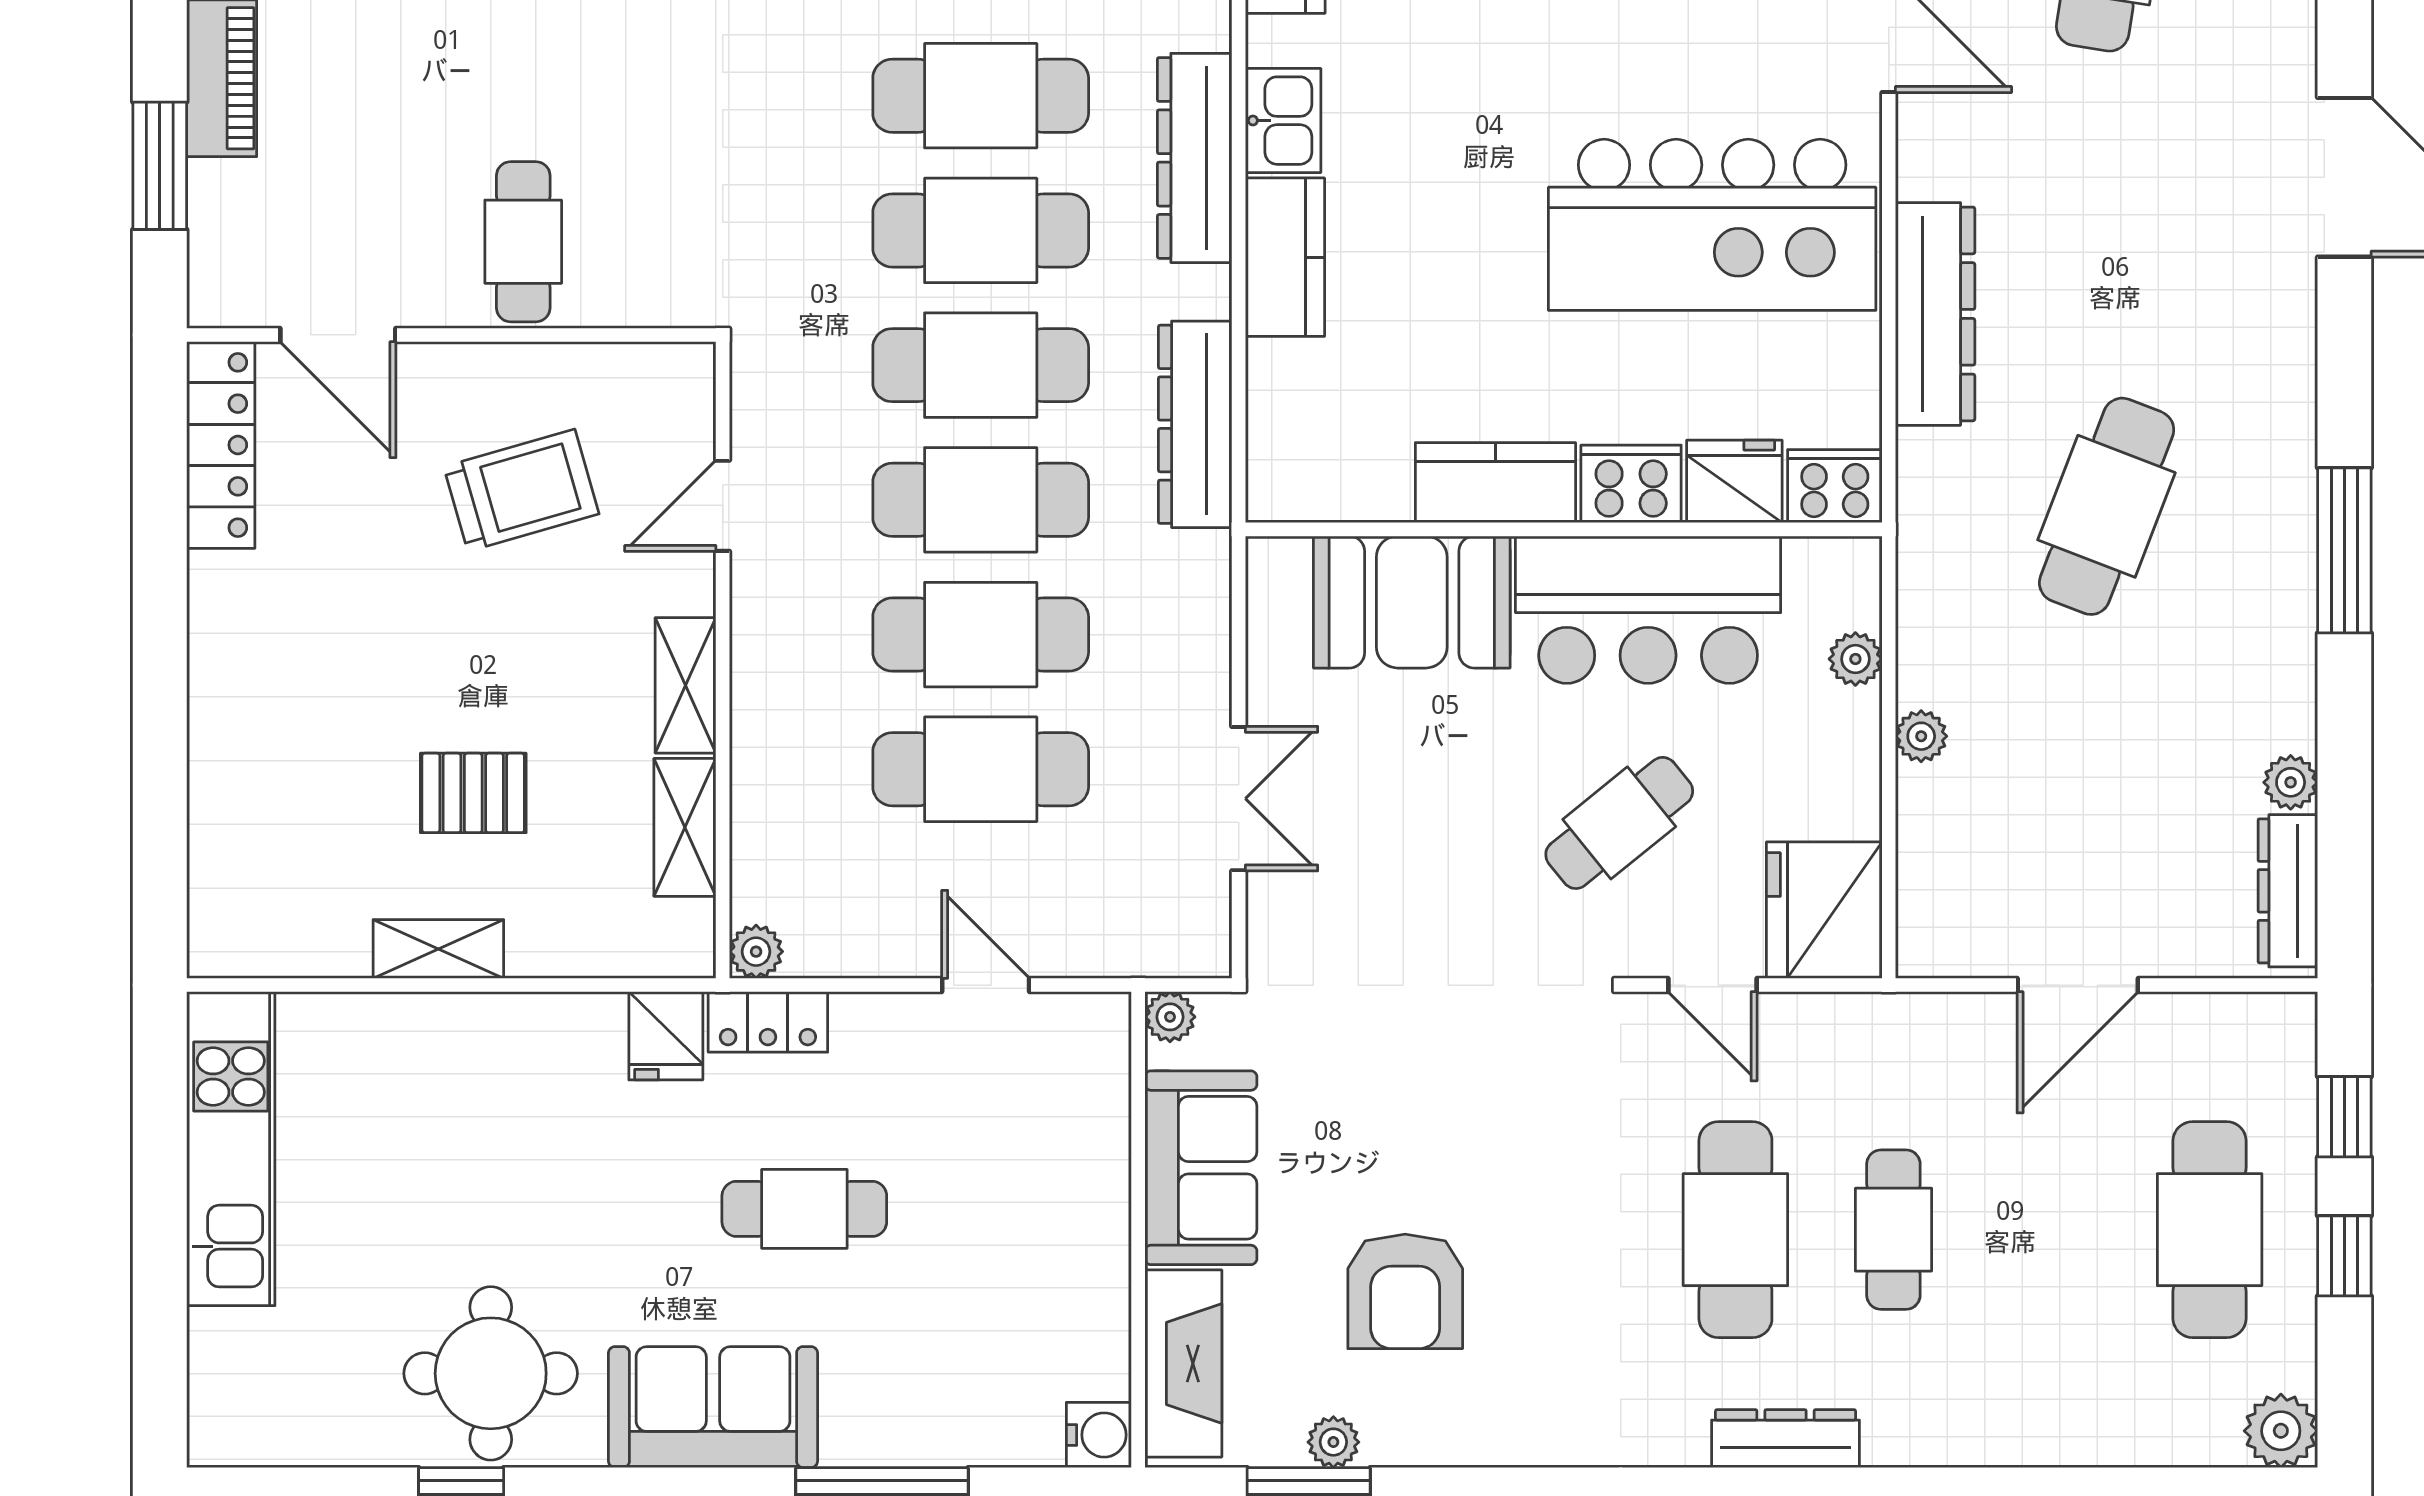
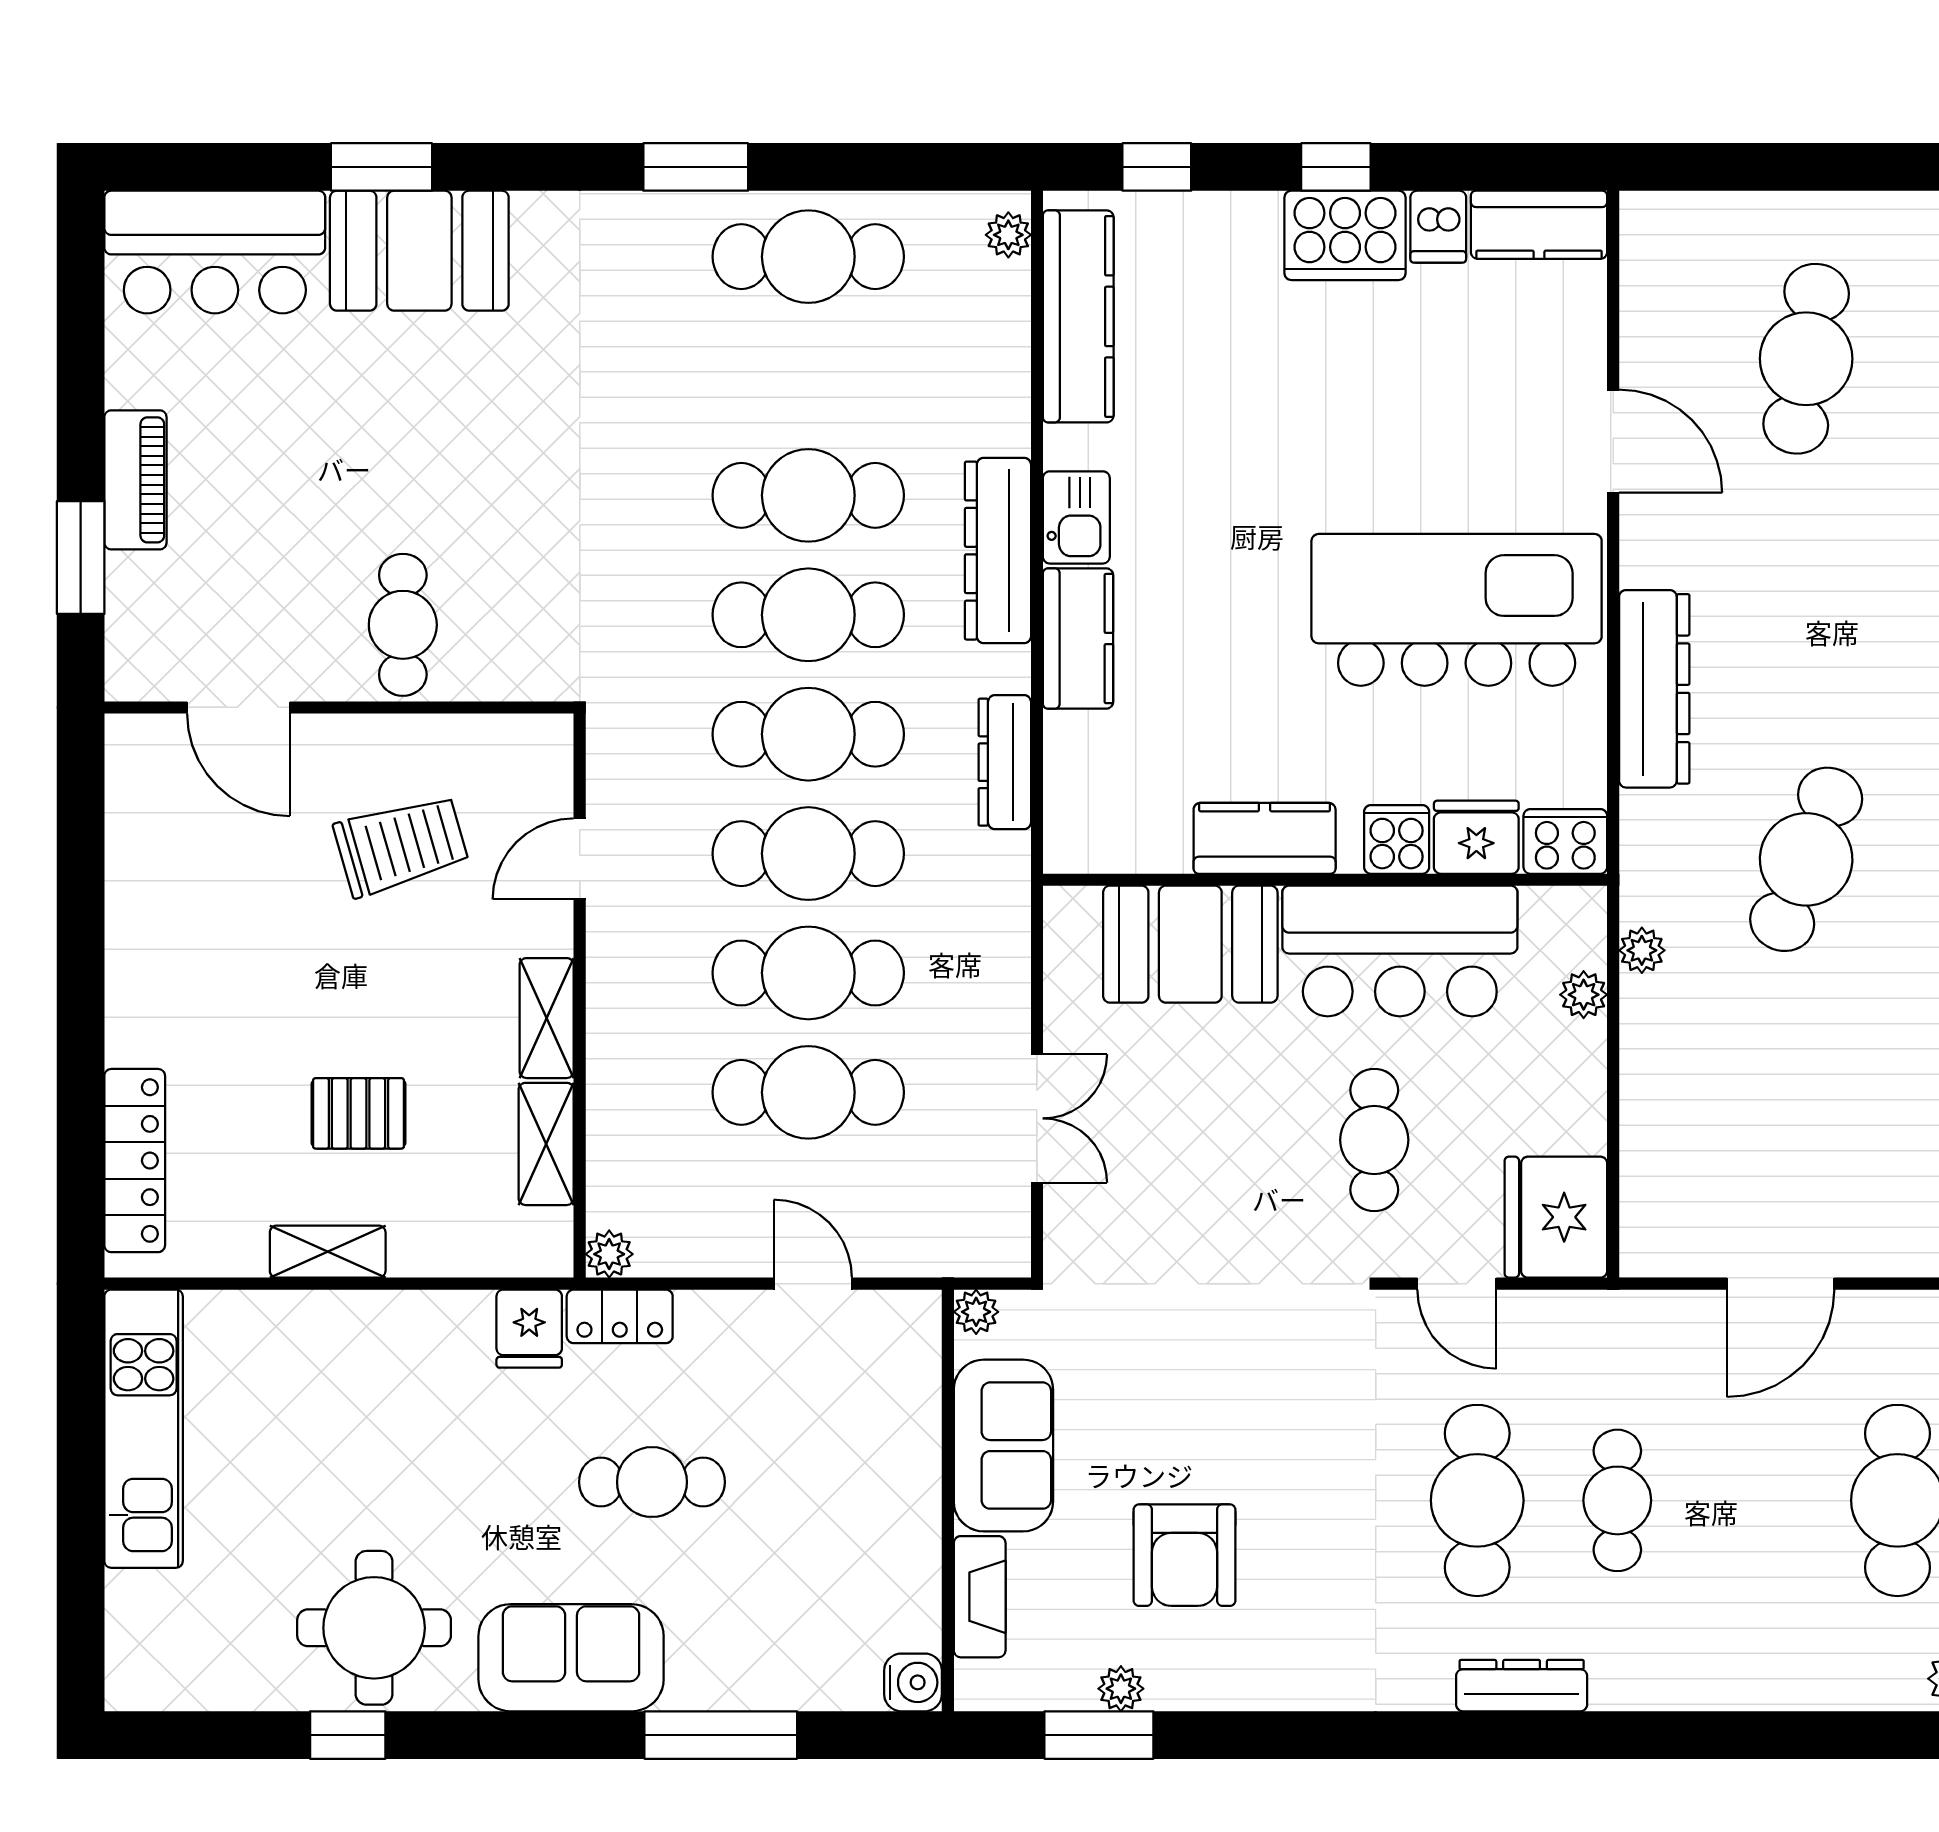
kitchen island: (1712, 225) -> (1457, 610), turned 180
dresser: (1195, 424) -> (1005, 762), width x0.73, depth x0.80
locker: (221, 445) -> (135, 1161), moved
cooker: (1631, 484) -> (1397, 839), width x0.73
plant: (1921, 736) -> (1642, 950), moved
cafe table: (1619, 823) -> (1374, 1140), turned -51
fireplace: (1183, 1364) -> (980, 1597), width x0.73, depth x0.76

